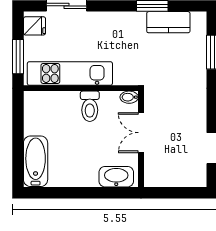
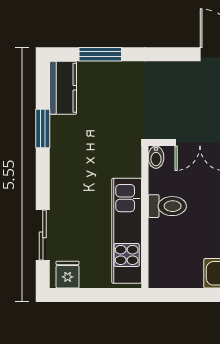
kitchen counter: (168, 22) -> (63, 88), moved
window: (18, 57) -> (106, 295), removed

